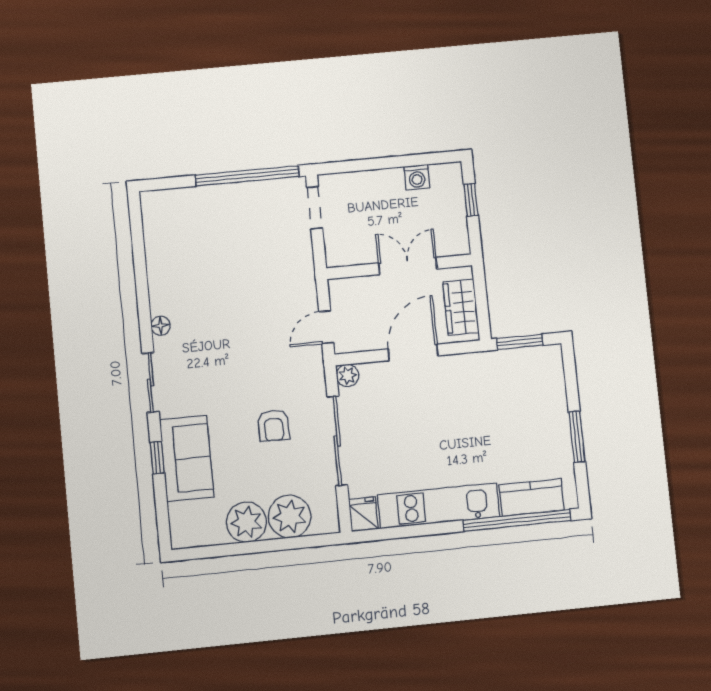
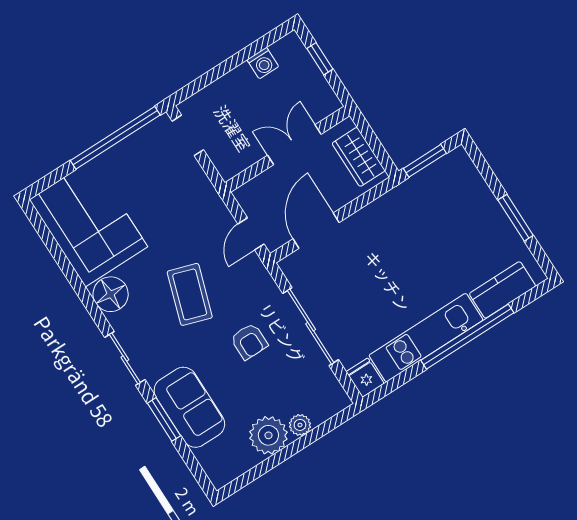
corner sofa: (182, 241) -> (88, 223), added
floor lamp: (161, 326) -> (111, 294), width x1.89, depth x1.89
door: (413, 352) -> (316, 231), moved
coffee table: (241, 354) -> (190, 294), added
plant: (348, 375) -> (291, 266), removed
window: (157, 458) -> (164, 419), width x1.50
plant: (290, 517) -> (300, 425), width x0.53, depth x0.53
window: (517, 520) -> (467, 337), moved

